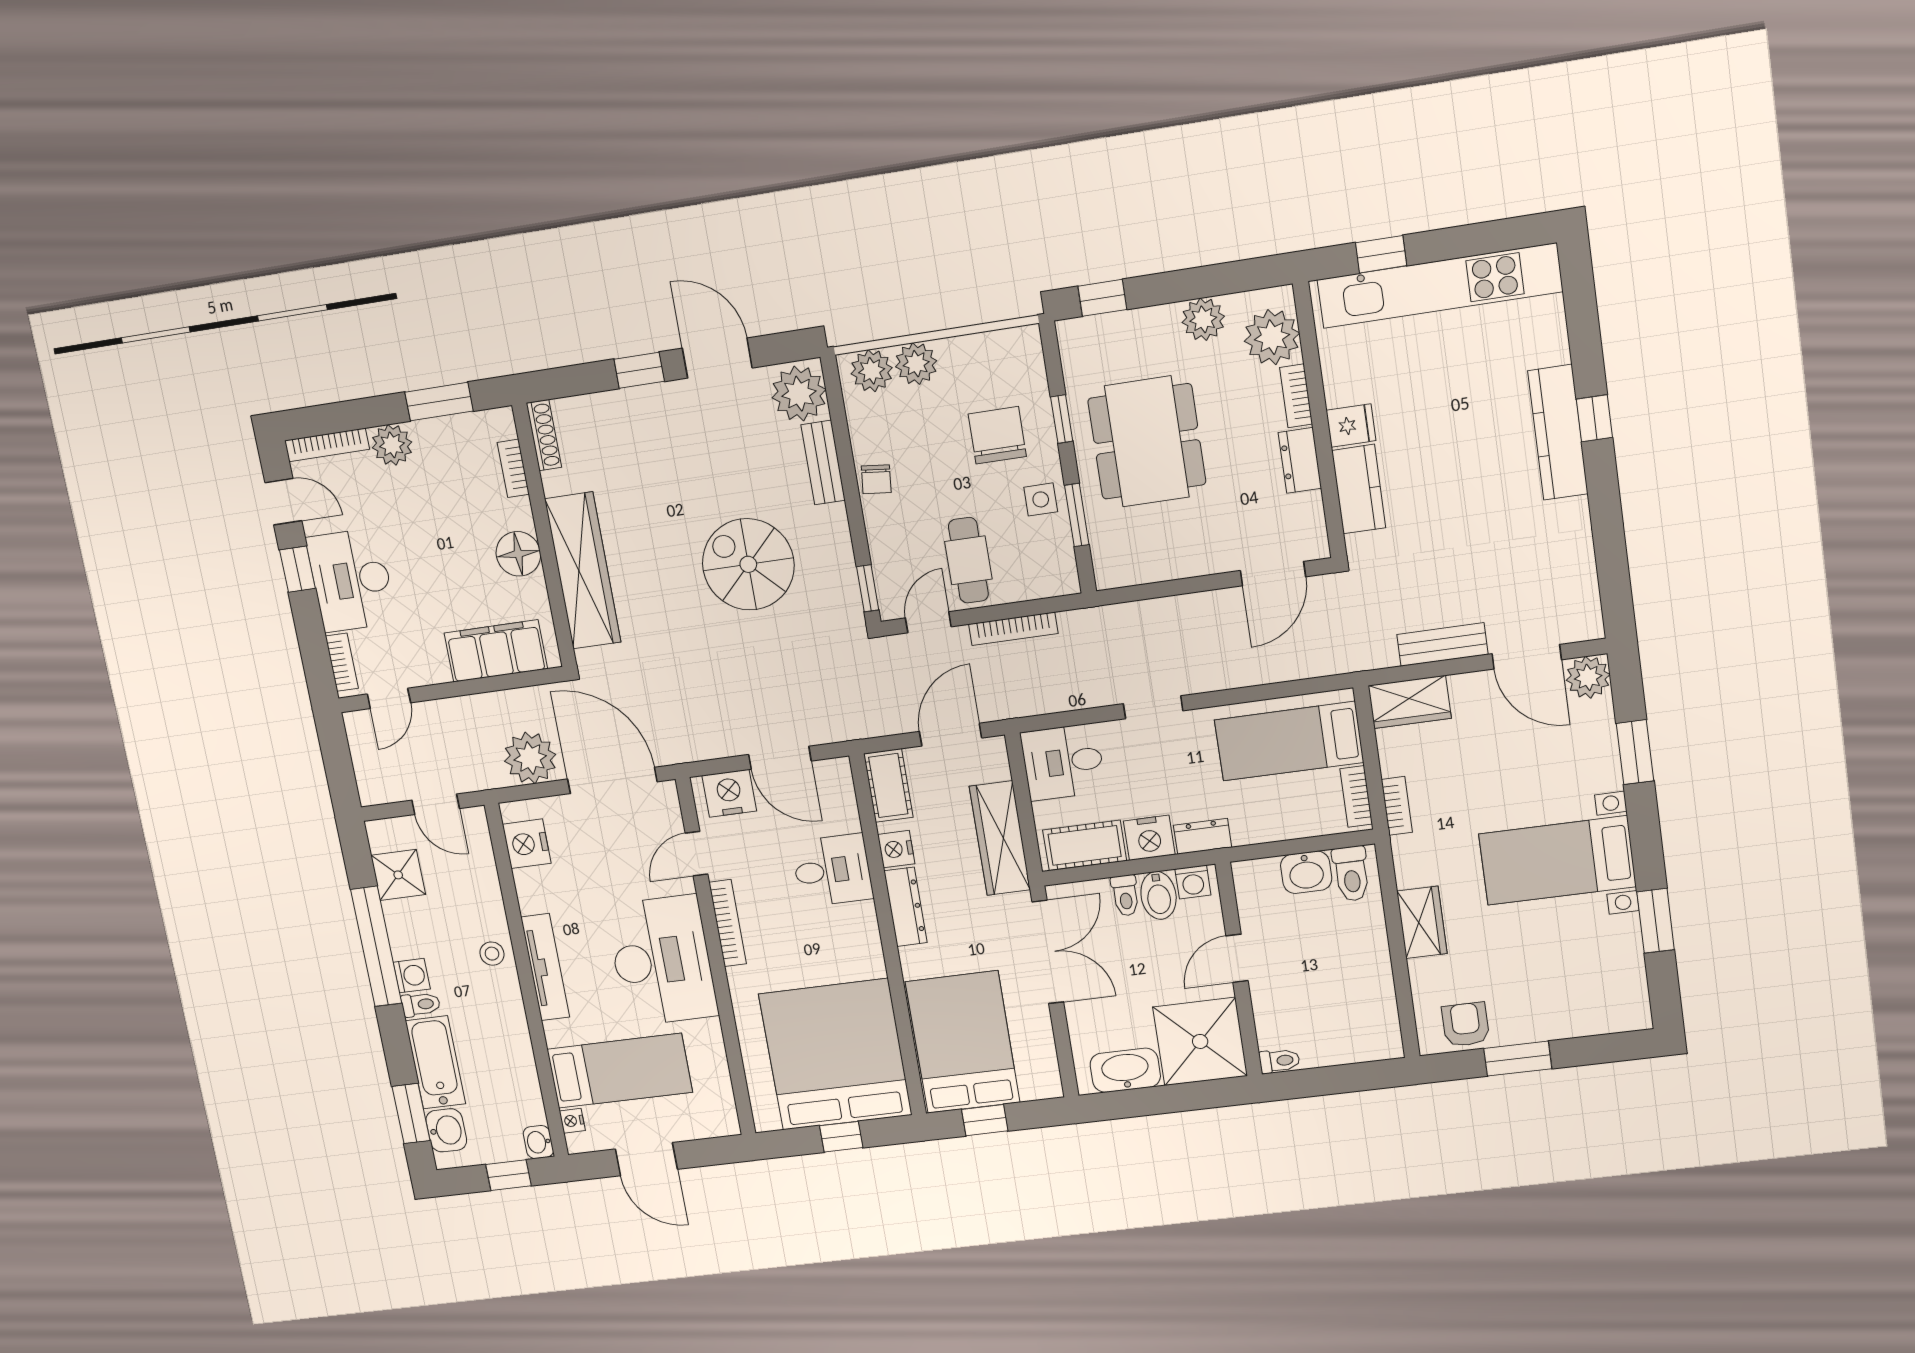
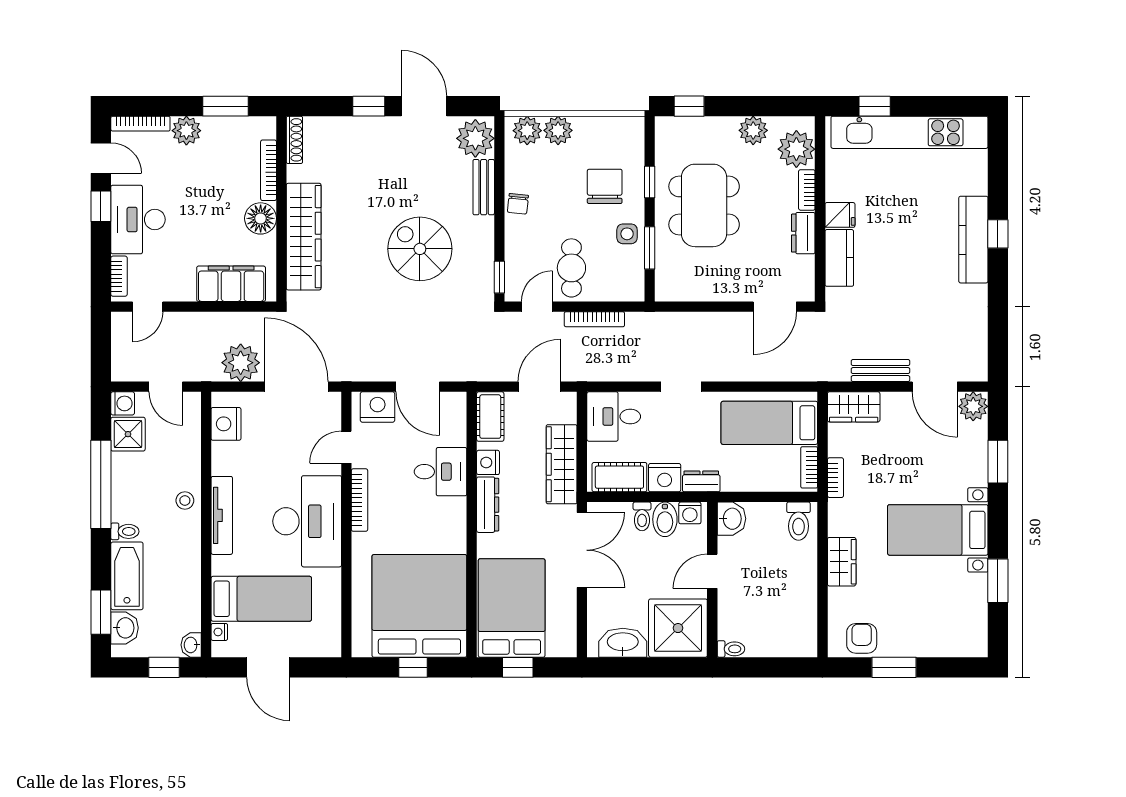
bookcase: (513, 468) -> (269, 170), width x1.56
washbasin: (1306, 872) -> (731, 519), moved, turned -90
washing machine: (412, 976) -> (123, 403), moved

